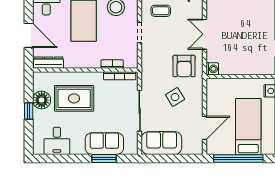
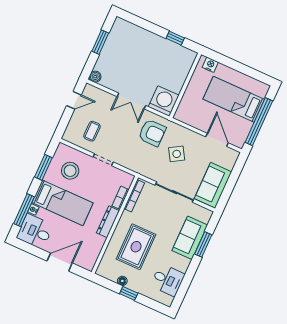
dresser: (49, 63) -> (108, 222), moved
washing machine: (212, 69) -> (164, 101), width x1.89, depth x1.89
floor lamp: (42, 100) -> (122, 281), width x0.53, depth x0.53

